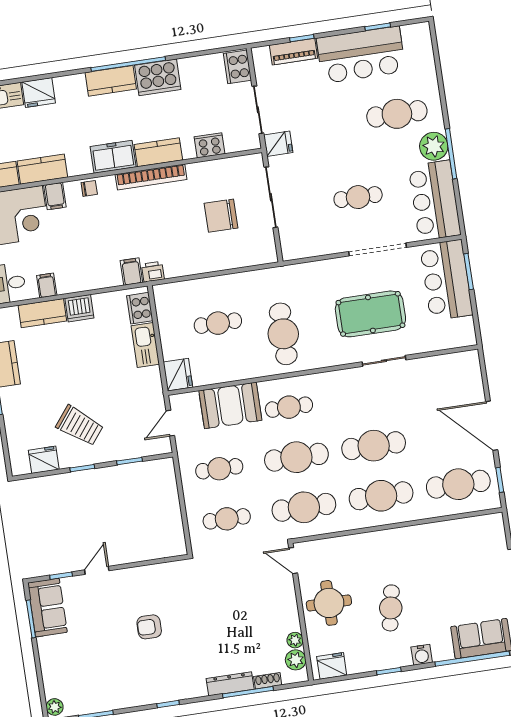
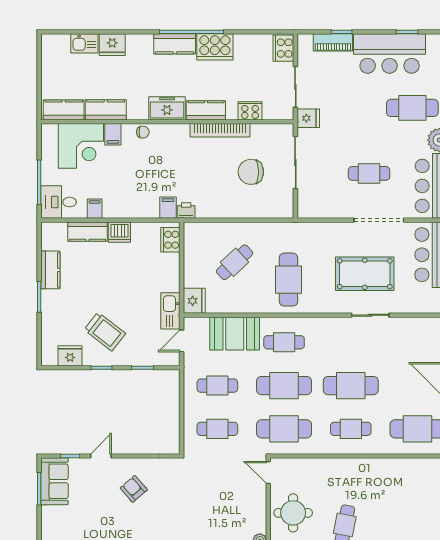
bookcase: (151, 177) -> (220, 130), moved
cafe table: (218, 323) -> (235, 262), turned -43
kitchen sink: (145, 345) -> (170, 311), moved
cafe table: (381, 496) -> (351, 429), width x0.73, depth x0.74
armchair: (149, 627) -> (134, 489), moved, turned 49

